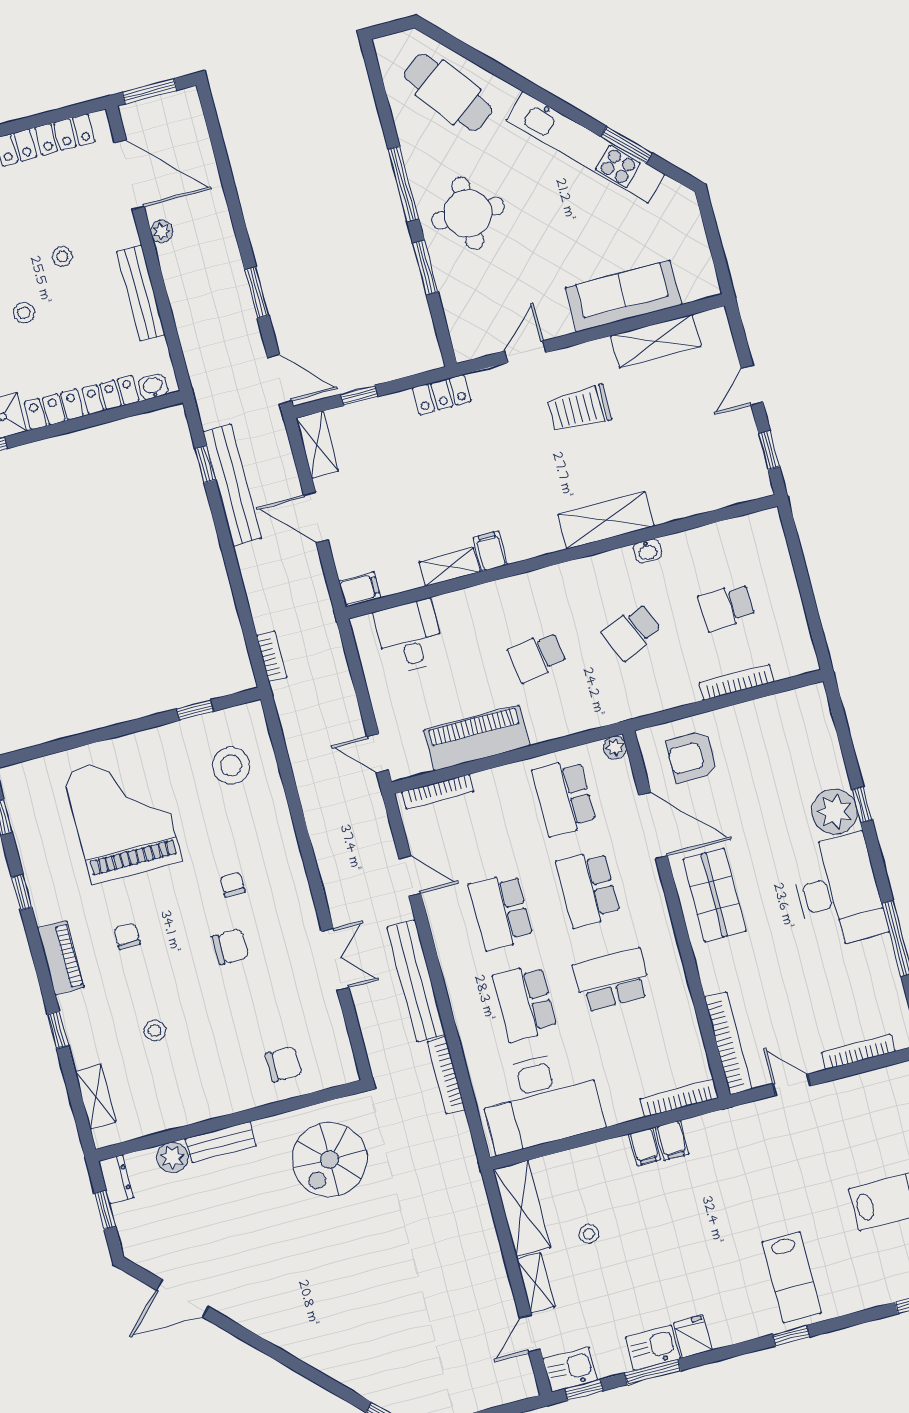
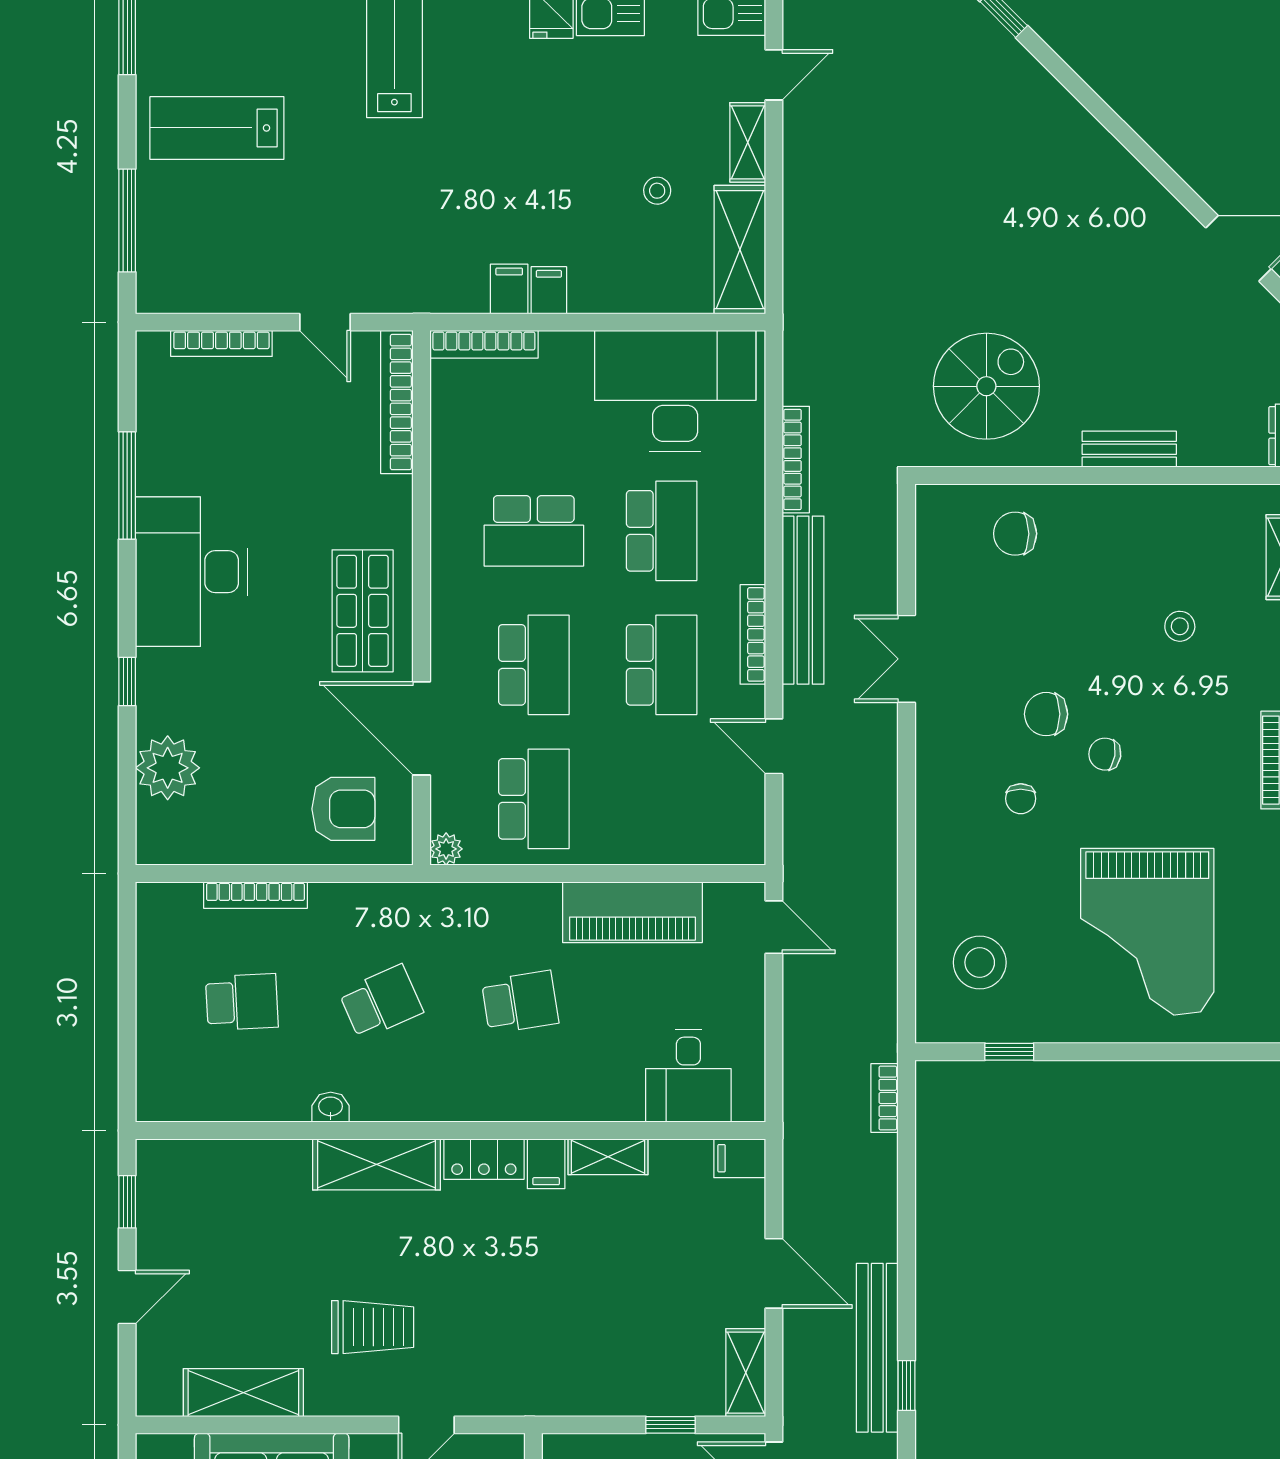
locker: (442, 395) -> (484, 1159), moved, turned 180
bookcase: (438, 792) -> (753, 634), moved, turned -90
plant: (834, 812) -> (168, 768), moved
chair: (127, 936) -> (1105, 754), moved, turned 99
plant: (172, 1158) -> (1201, 446), removed

